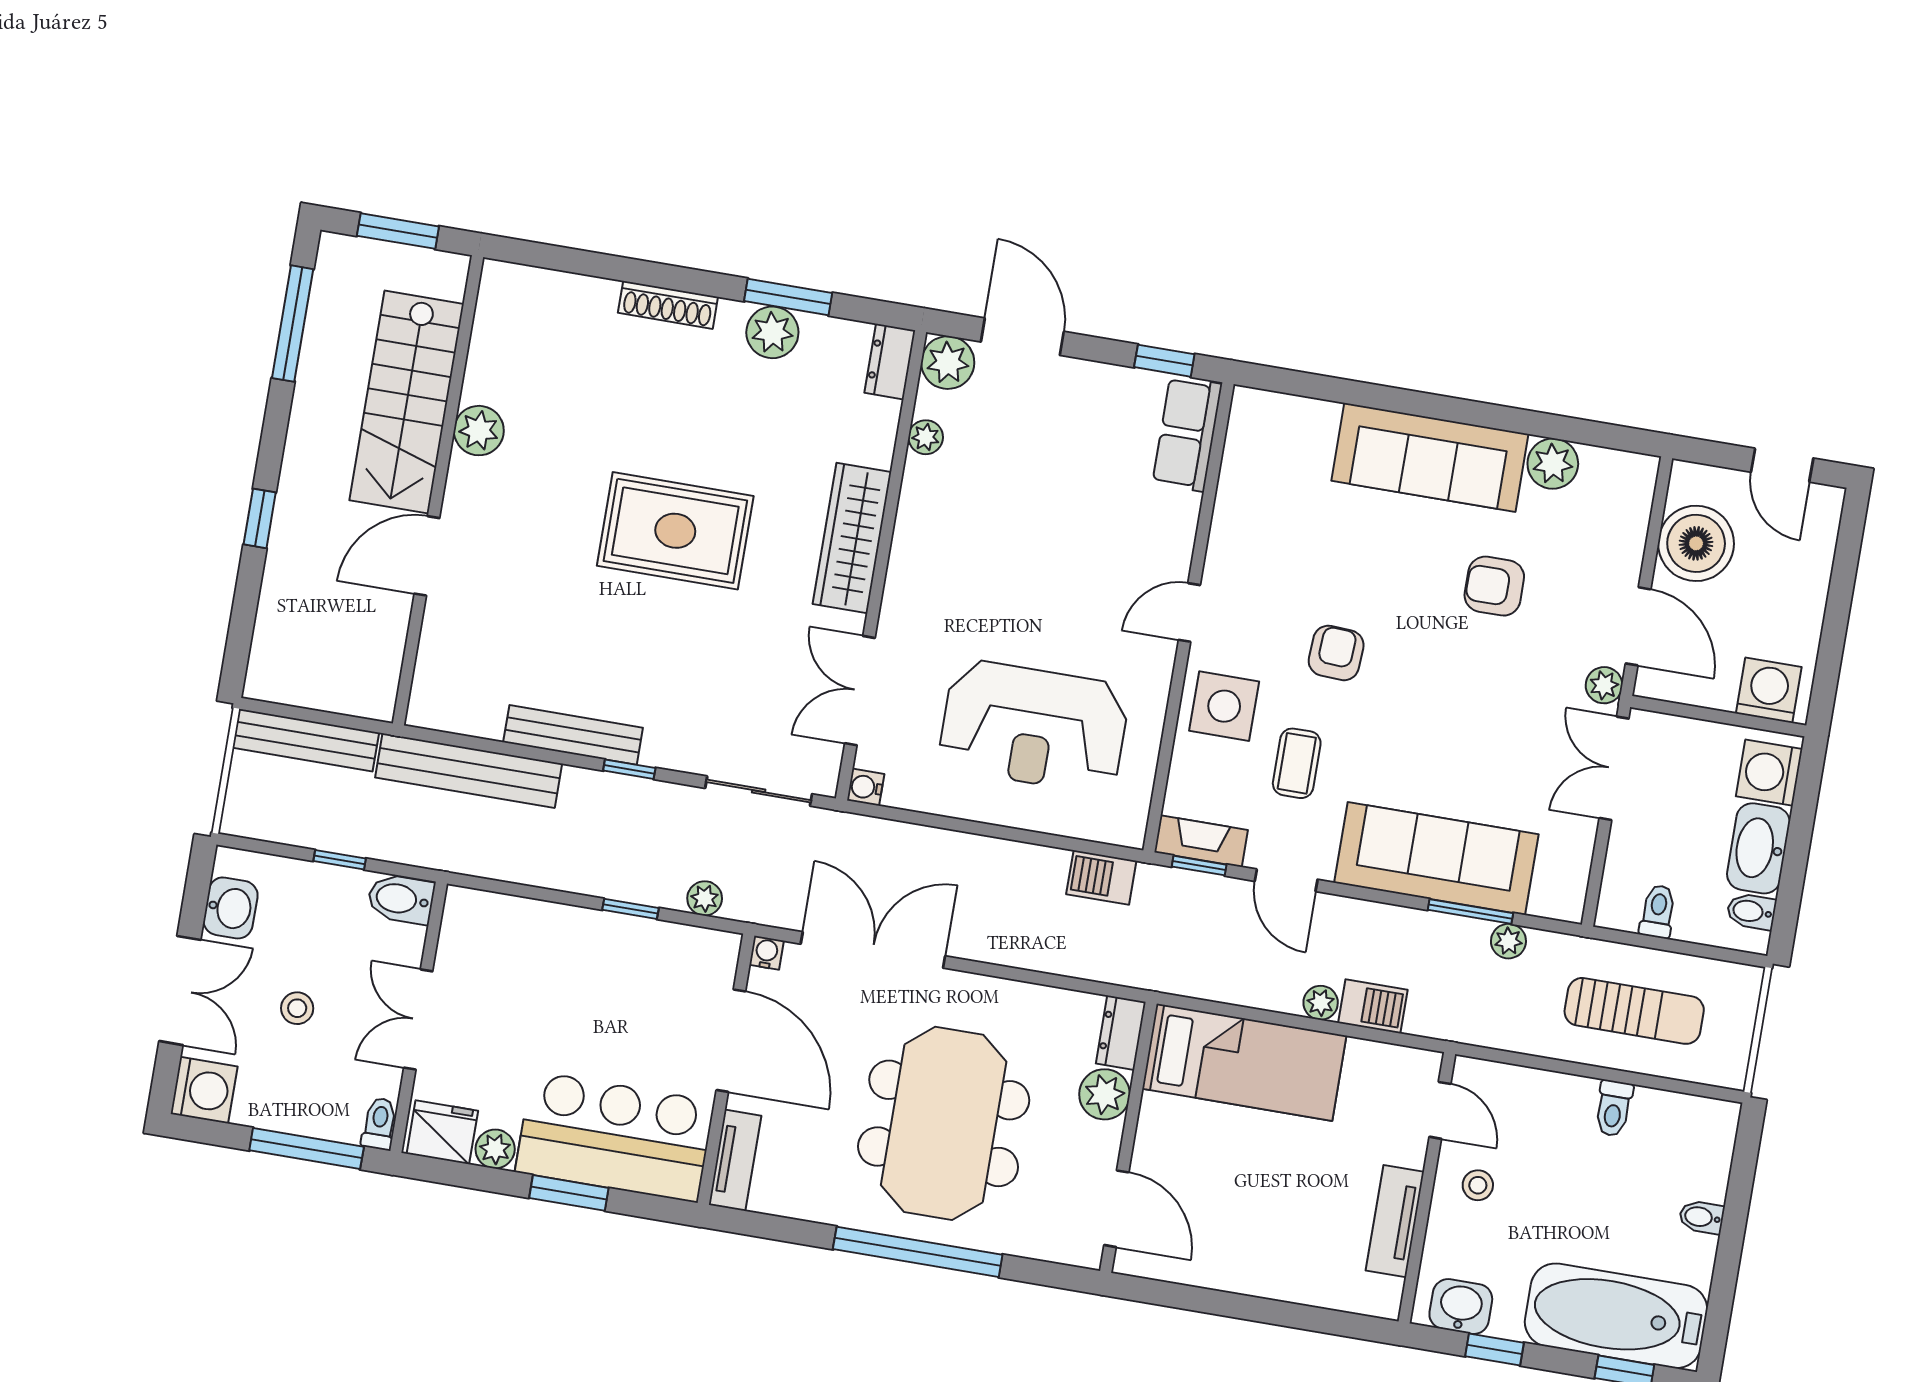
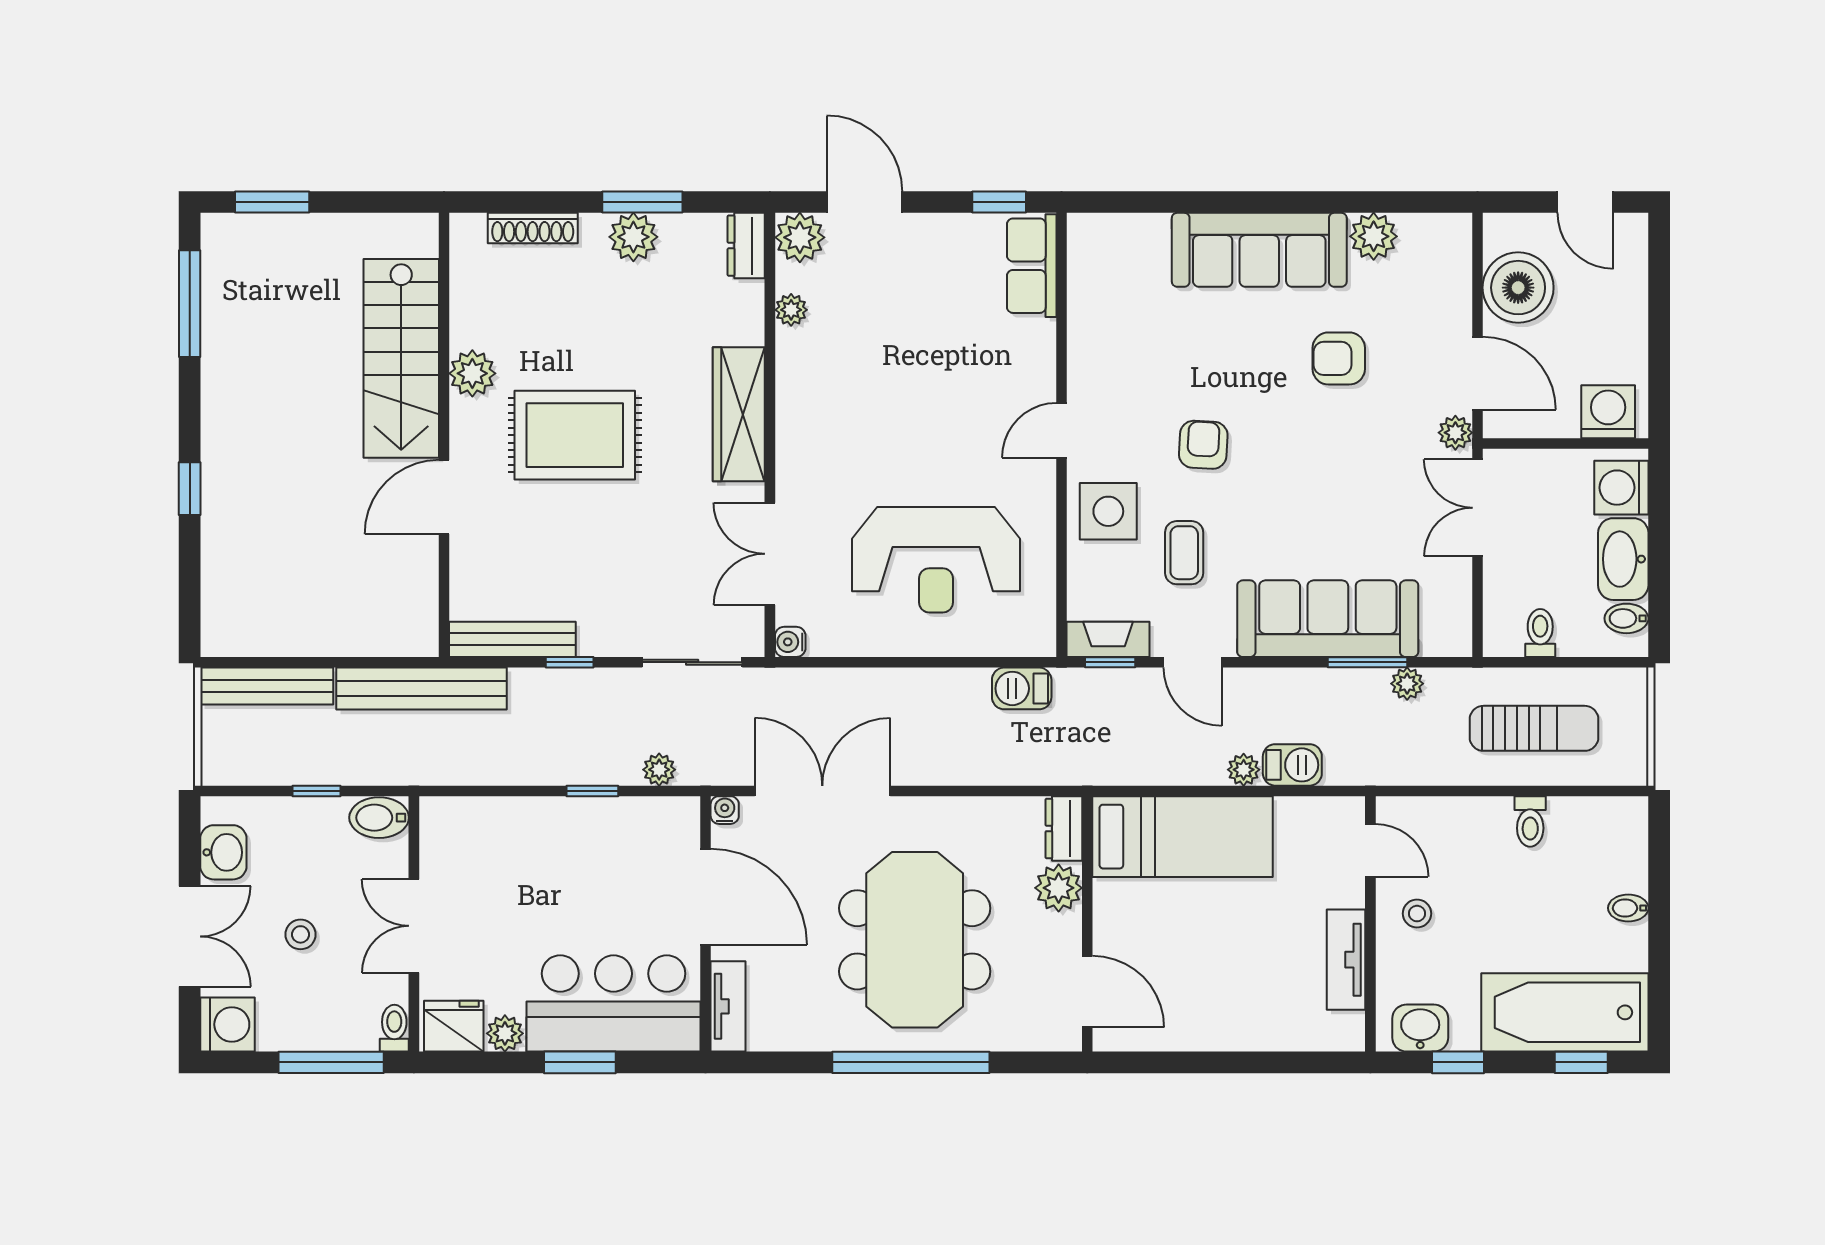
stairs: (407, 402) -> (401, 358), moved
plant: (479, 431) -> (472, 373), moved
wall: (438, 490) -> (444, 435), moved
door: (427, 556) -> (444, 497), moved

